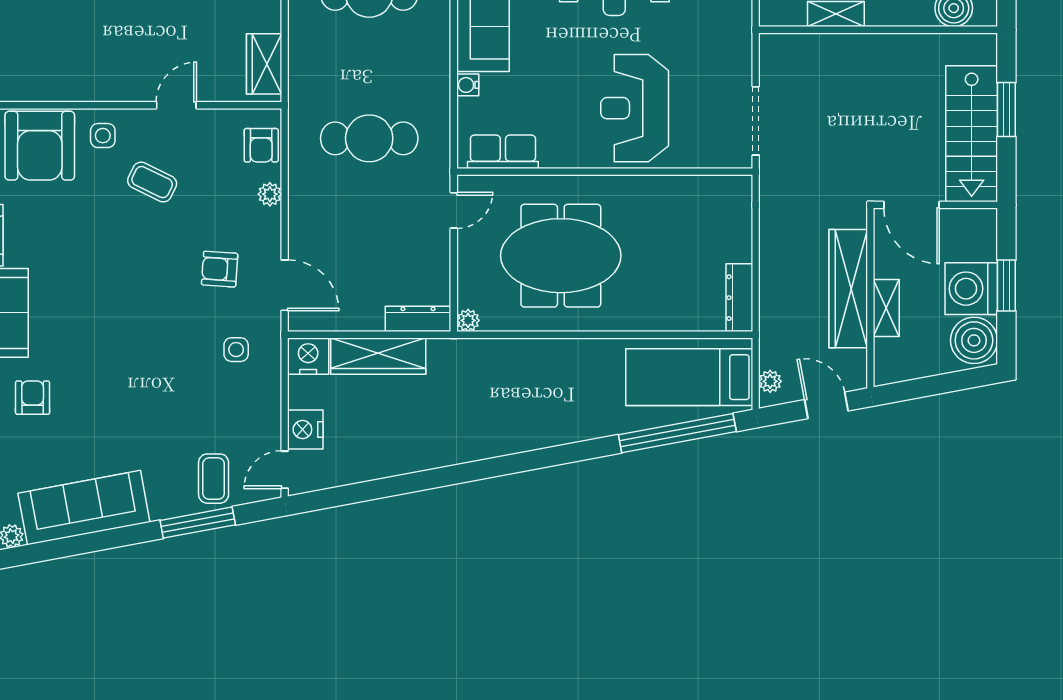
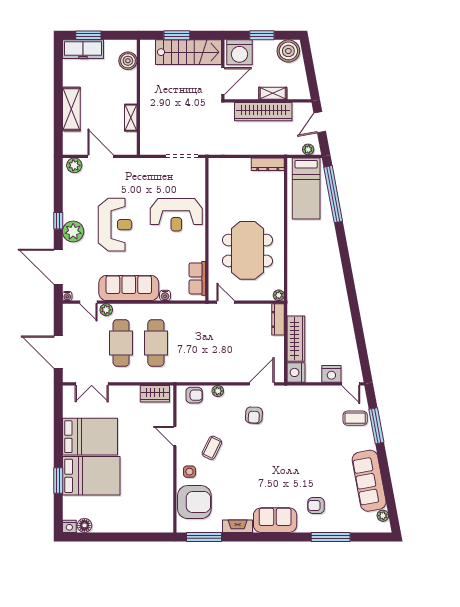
cafe table: (369, 138) -> (156, 343), moved
washing machine: (971, 289) -> (239, 52), moved
side table: (236, 350) -> (293, 407), removed

